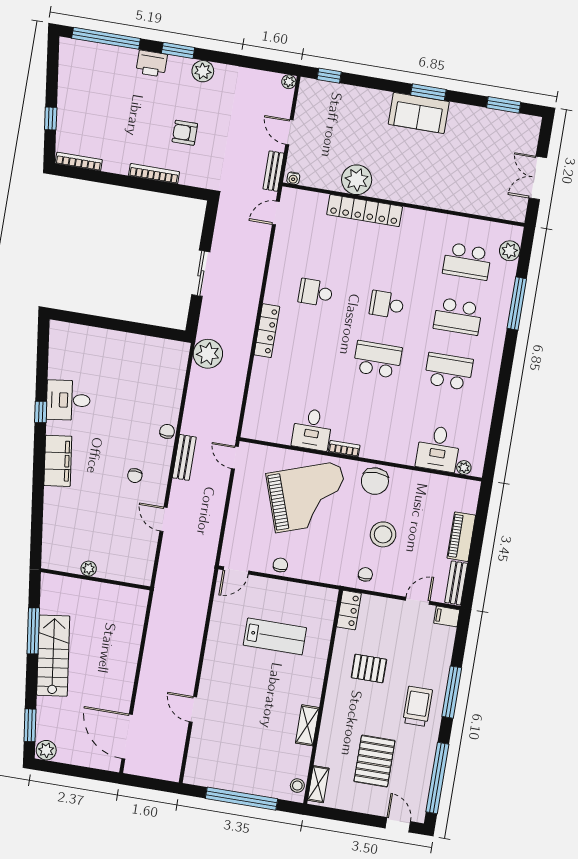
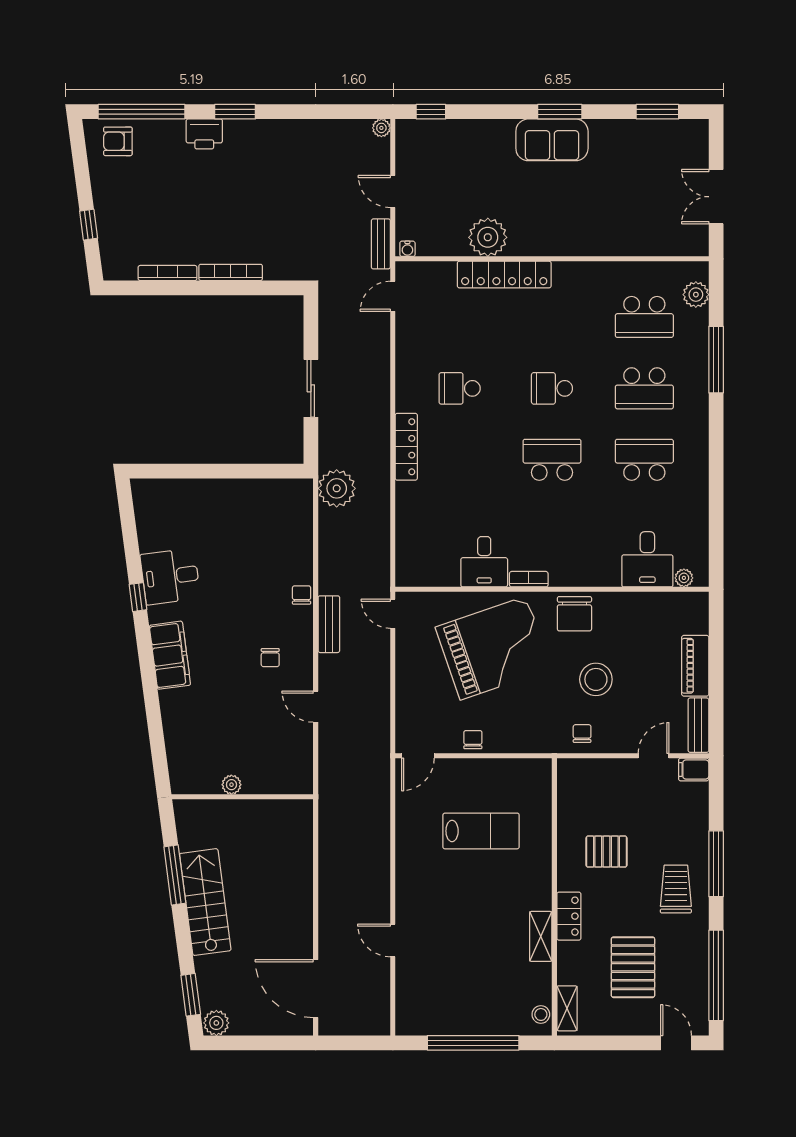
plant: (203, 71) -> (271, 133), removed
armchair: (185, 133) -> (118, 141), moved
bookcase: (79, 162) -> (168, 273), moved
locker: (349, 610) -> (569, 916), moved

